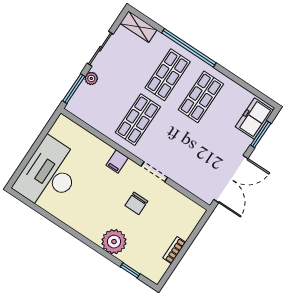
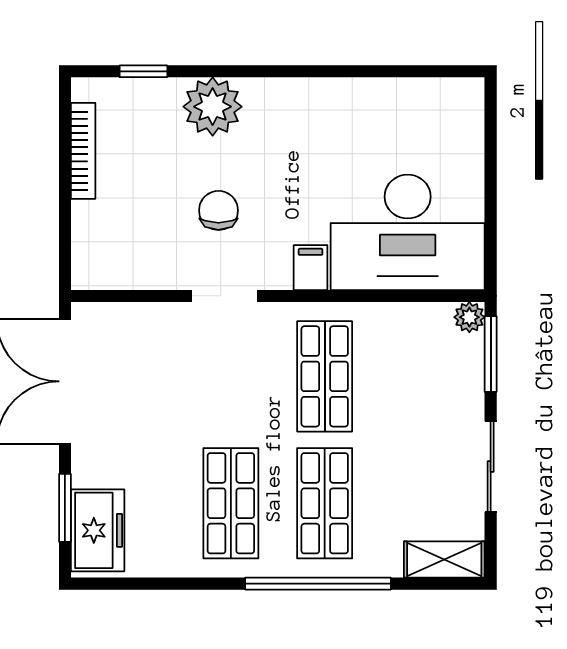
plant: (91, 78) -> (469, 317), moved
desk: (49, 174) -> (408, 232), moved, turned 90
bookcase: (174, 250) -> (83, 151), width x1.56

